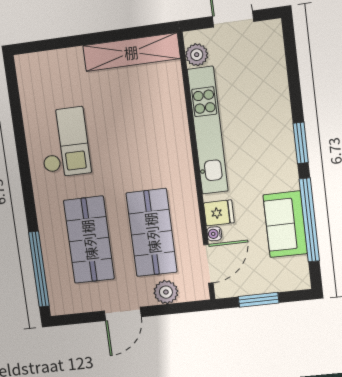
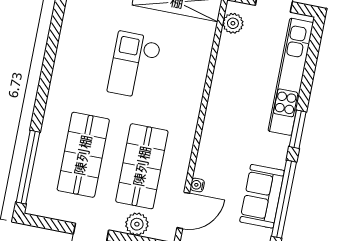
kitchen unit: (208, 130) -> (291, 77), moved, turned 180
checkout: (64, 142) -> (134, 65), moved, turned 180
fridge: (219, 213) -> (207, 168), removed

